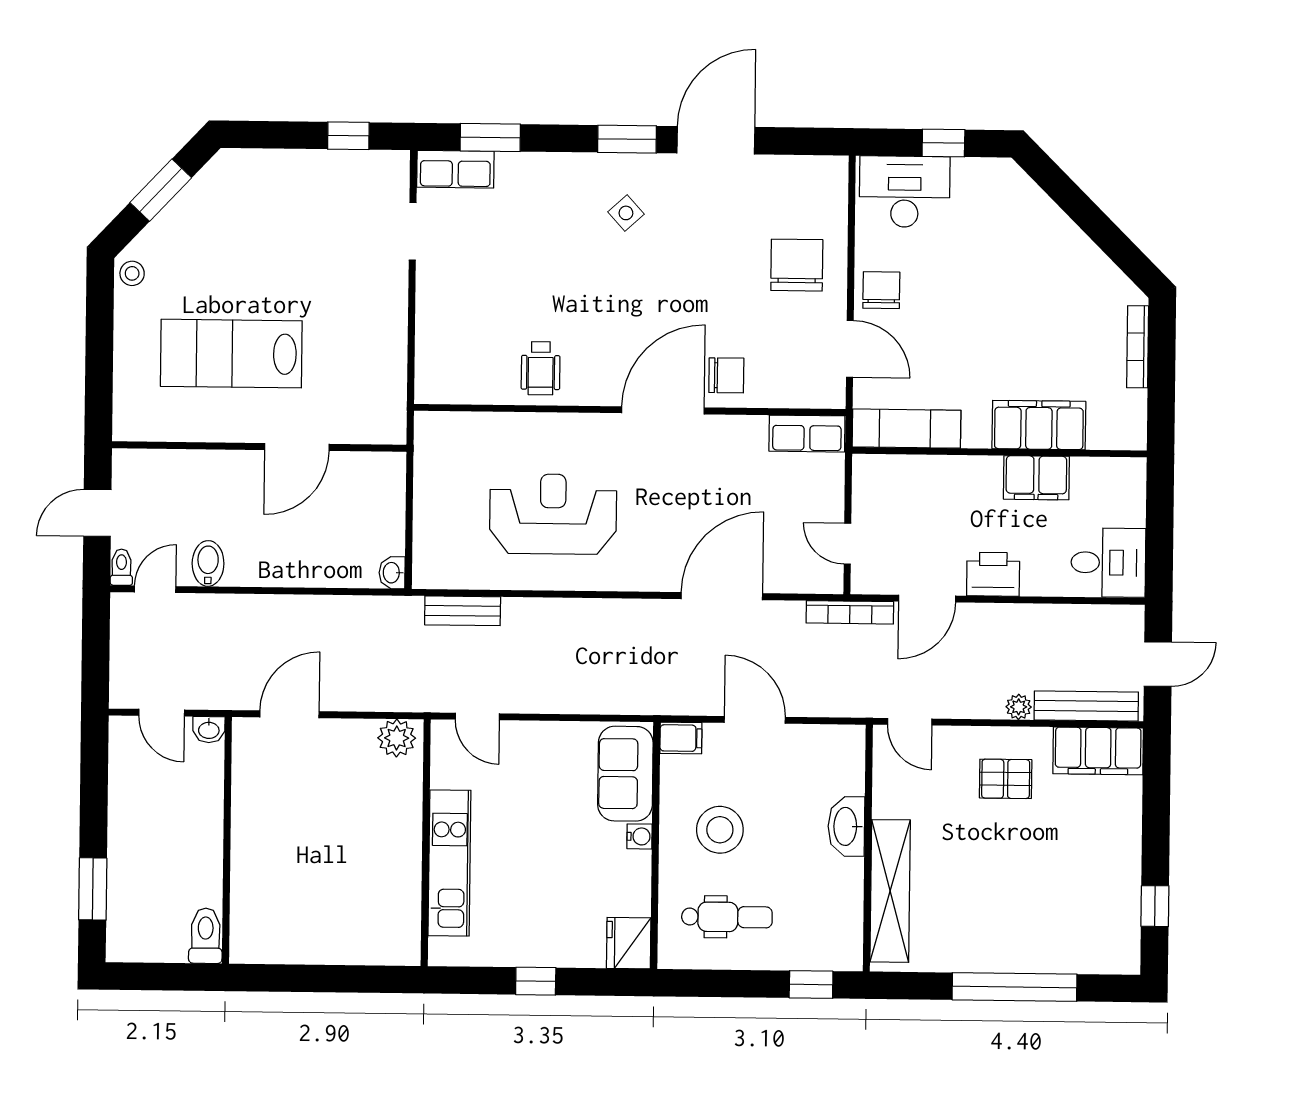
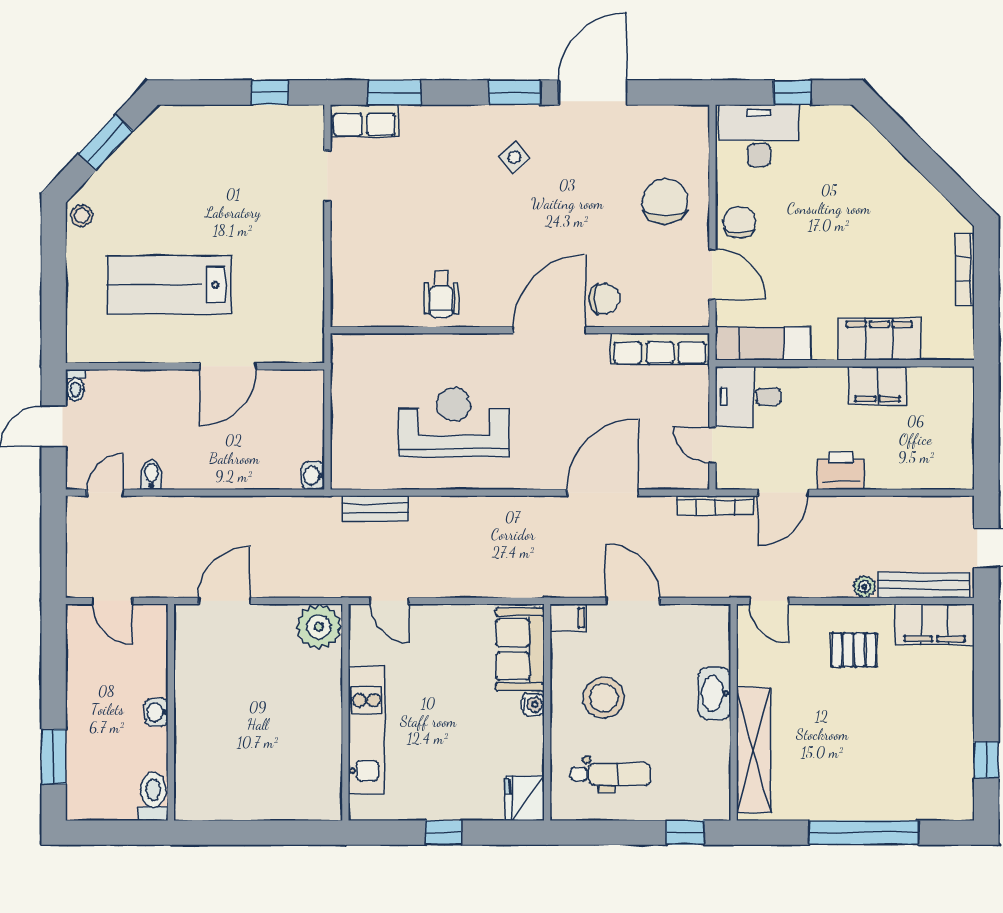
row of seats: (807, 434) -> (660, 349), width x1.48
bidet: (208, 563) -> (151, 475), width x0.72, depth x0.74
desk: (1108, 563) -> (748, 396), moved, turned 180
toilet: (121, 567) -> (75, 385), moved, turned 180
washbasin: (209, 730) -> (157, 712), moved, turned 90
plant: (397, 738) -> (319, 627), width x1.36, depth x1.36

